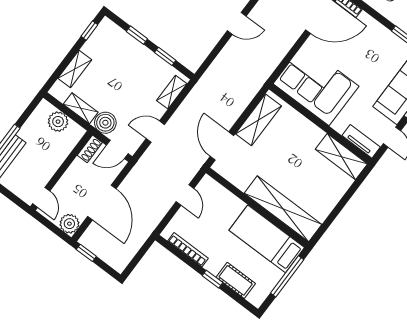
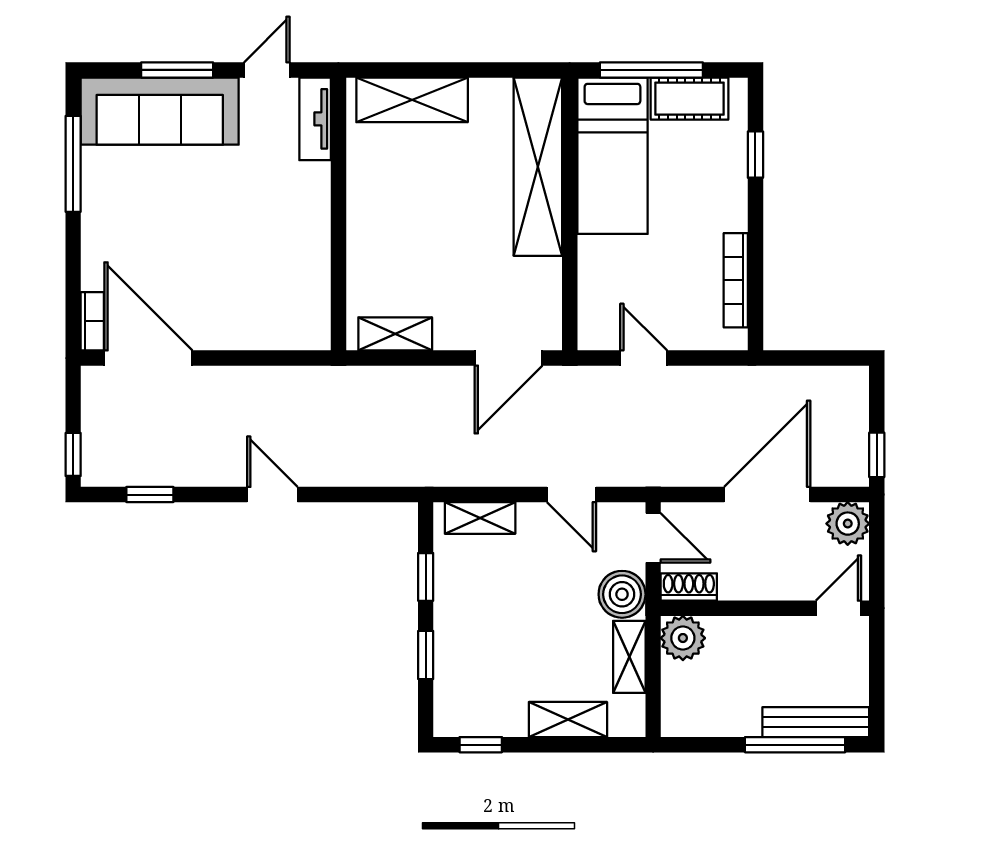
corner sofa: (316, 85) -> (276, 273), removed
shelving: (258, 120) -> (395, 334), width x0.67, depth x0.75
plant: (58, 122) -> (683, 638), moved
shelving: (341, 157) -> (412, 100), moved, turned 90
door: (185, 195) -> (644, 358), hinge flipped
window: (213, 279) -> (755, 155), moved
cot: (236, 280) -> (690, 99), moved, turned 90

